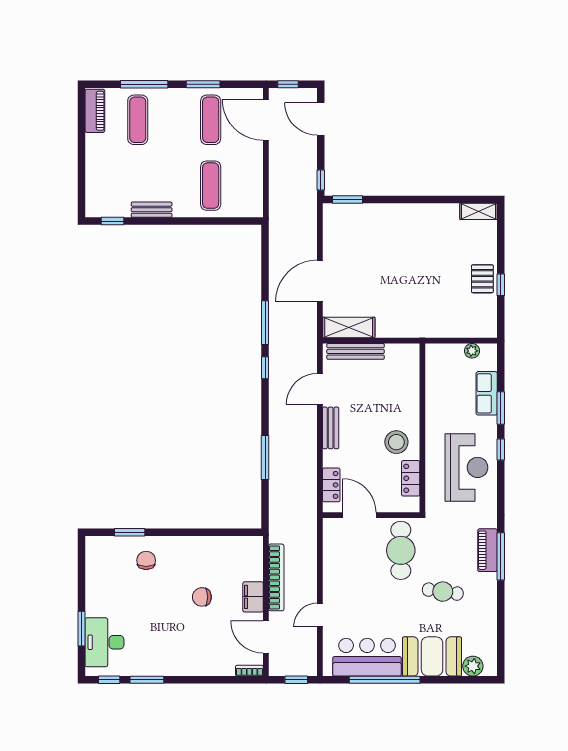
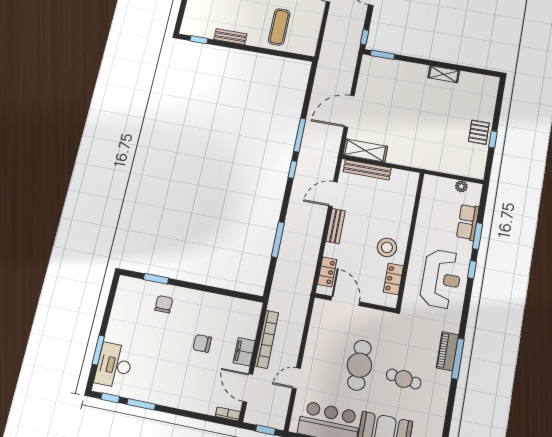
shelving: (479, 211) -> (444, 74), moved
cafe table: (401, 550) -> (359, 365), moved

